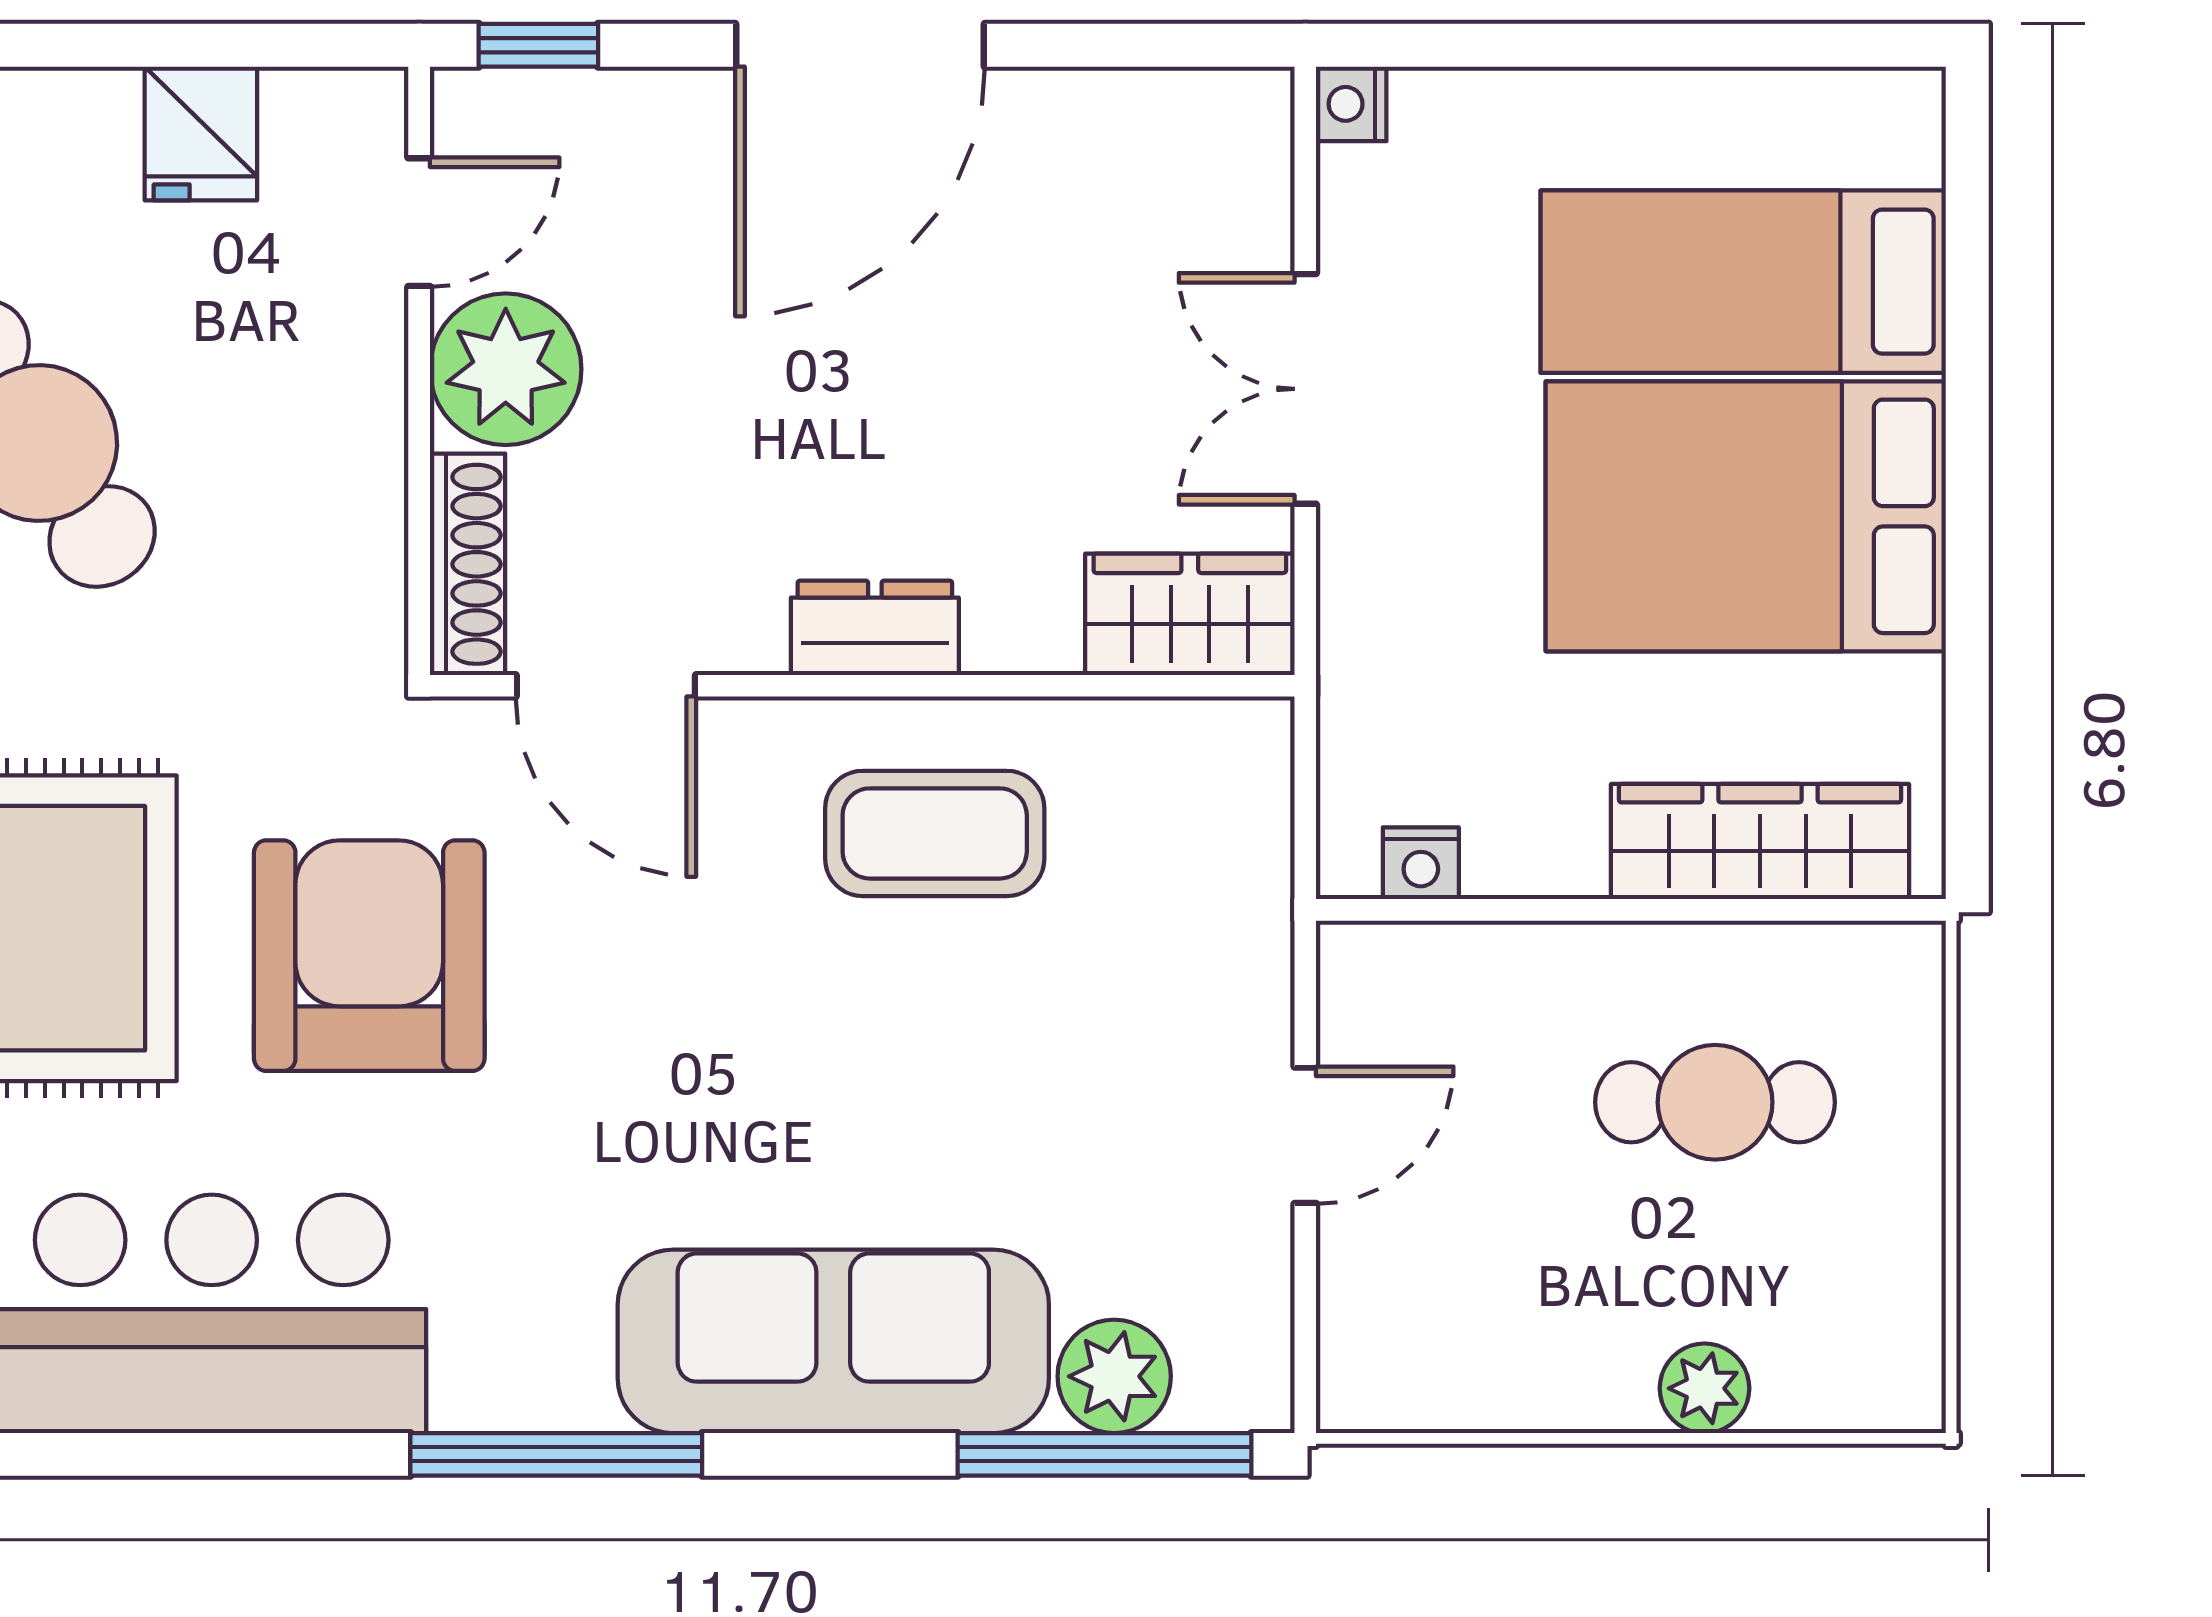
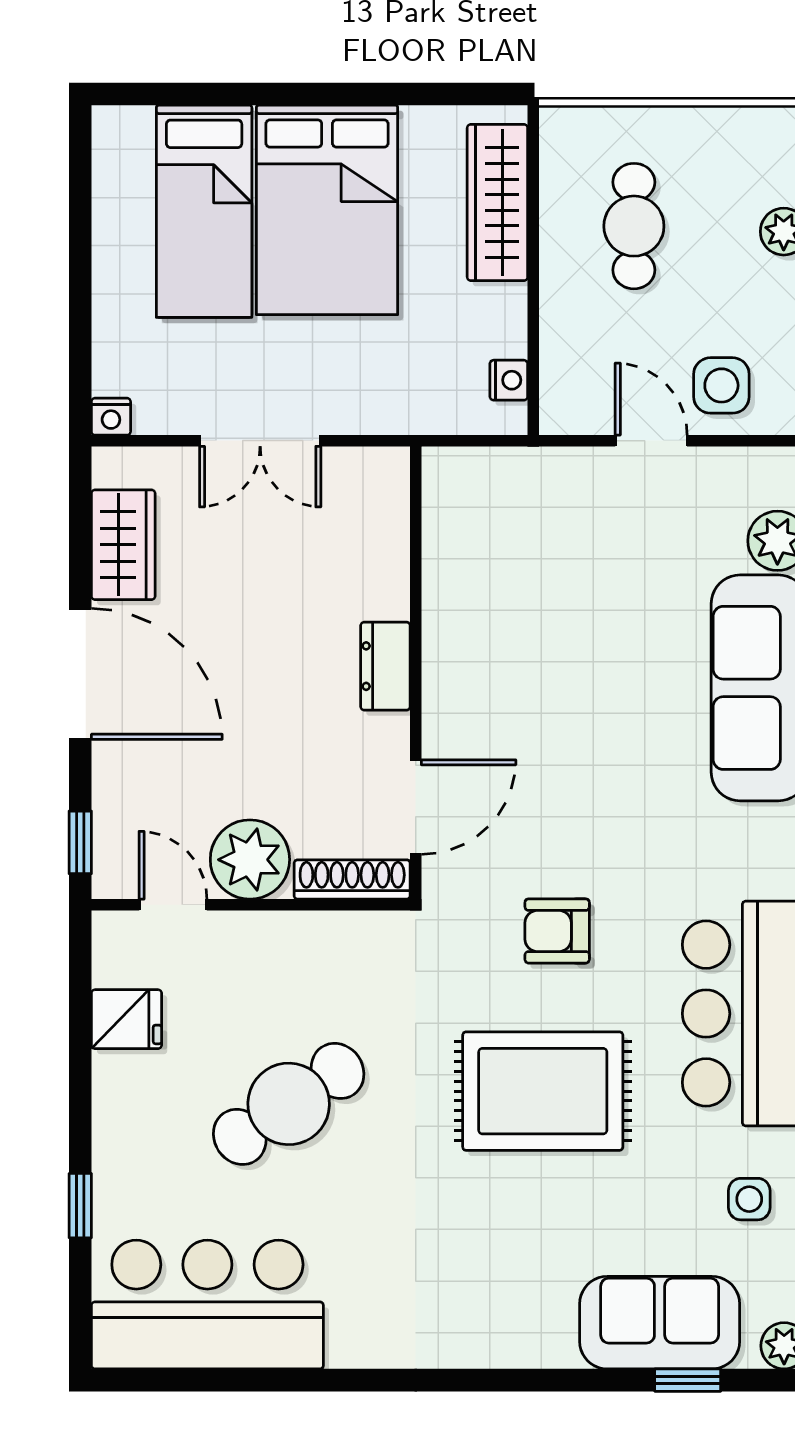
wardrobe: (1190, 614) -> (123, 545), moved, turned 180
coffee table: (935, 833) -> (493, 635), removed
armchair: (369, 956) -> (557, 931), width x0.53, depth x0.53
side table: (1411, 1269) -> (721, 385), added

